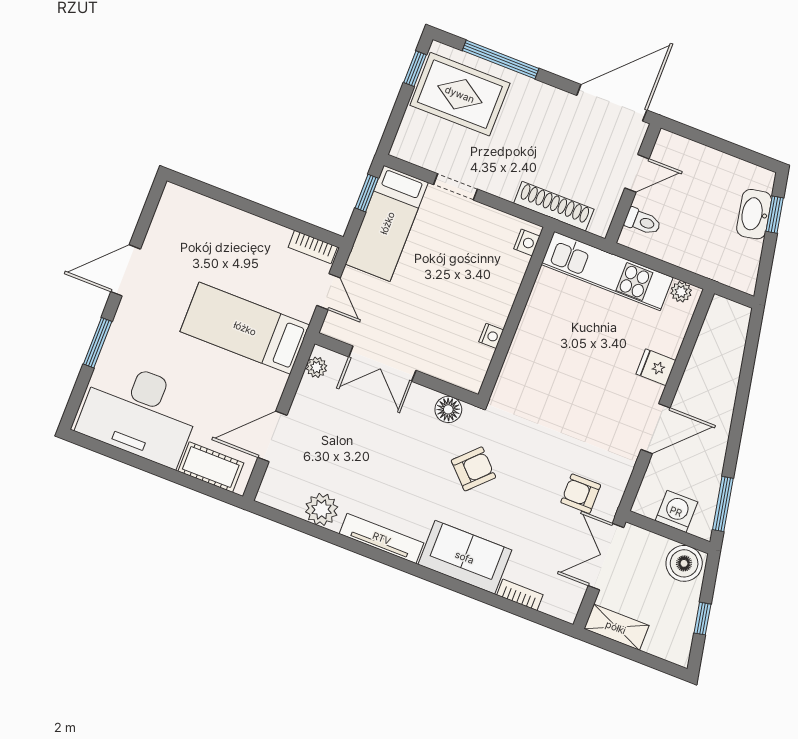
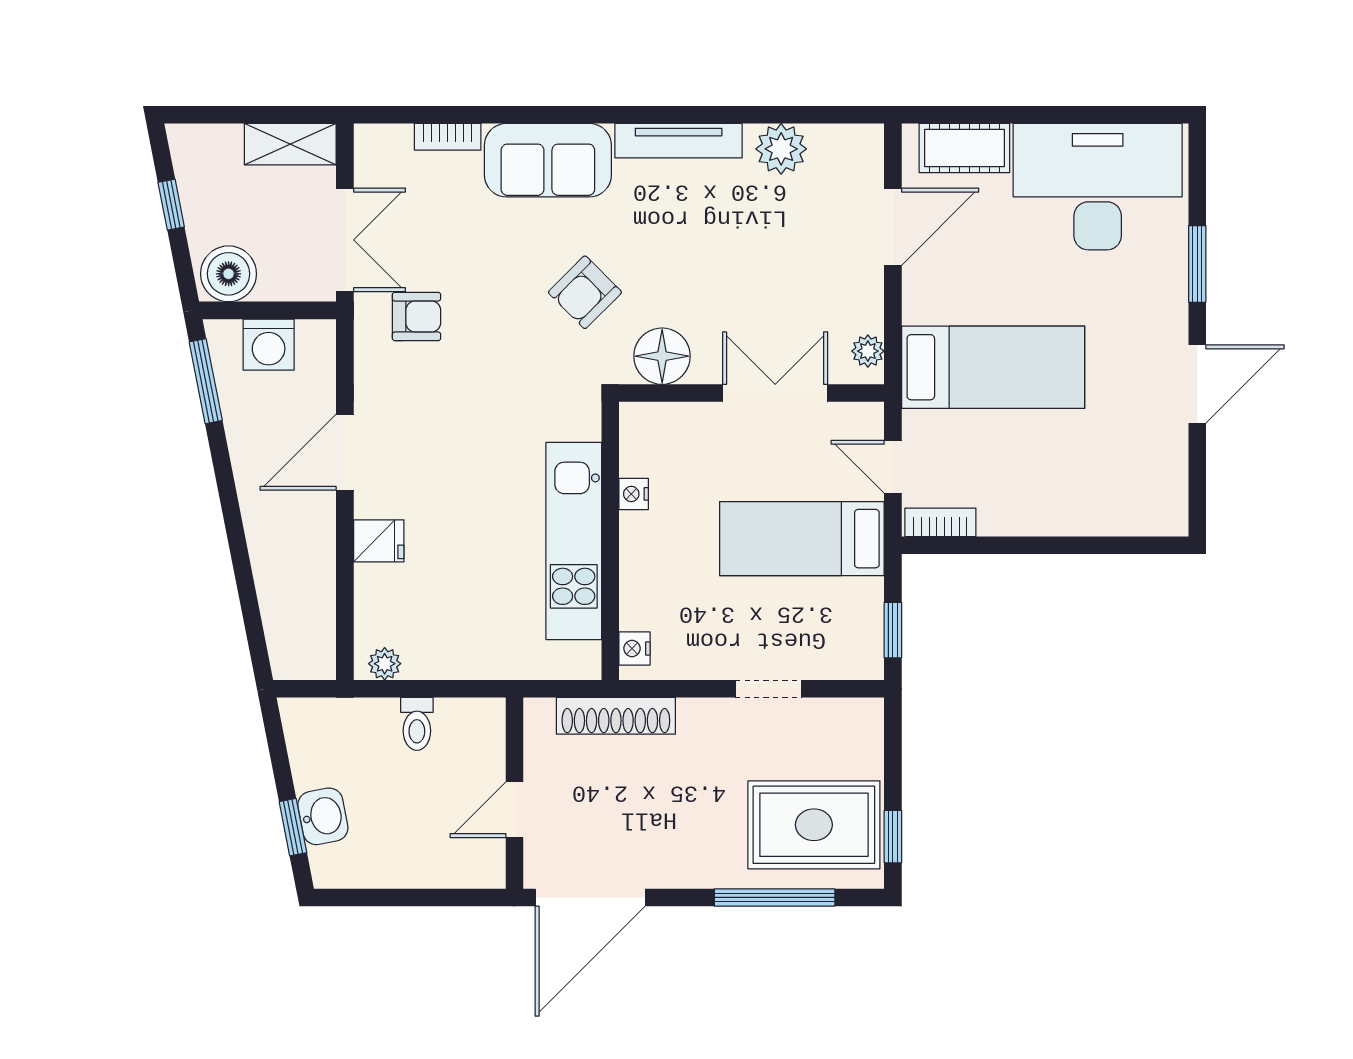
washbasin: (754, 214) -> (323, 816), width x0.72
toilet: (643, 222) -> (417, 724), moved, turned -90
bed: (387, 223) -> (802, 539), moved, turned -90
kitchen unit: (607, 271) -> (574, 541), moved, turned -90
floor lamp: (448, 409) -> (662, 356), width x1.38, depth x1.38

